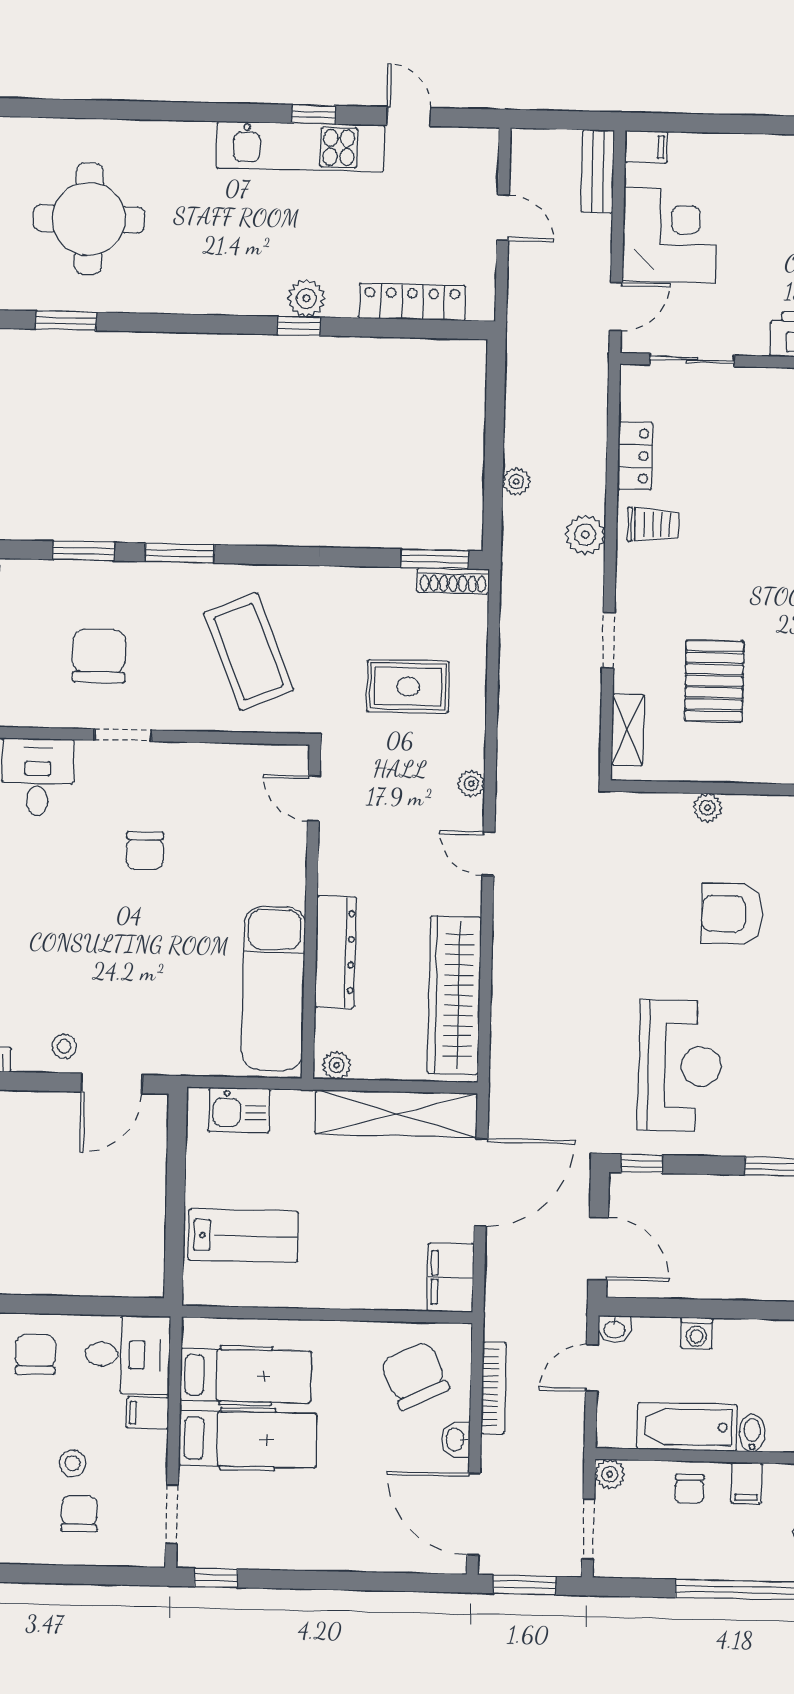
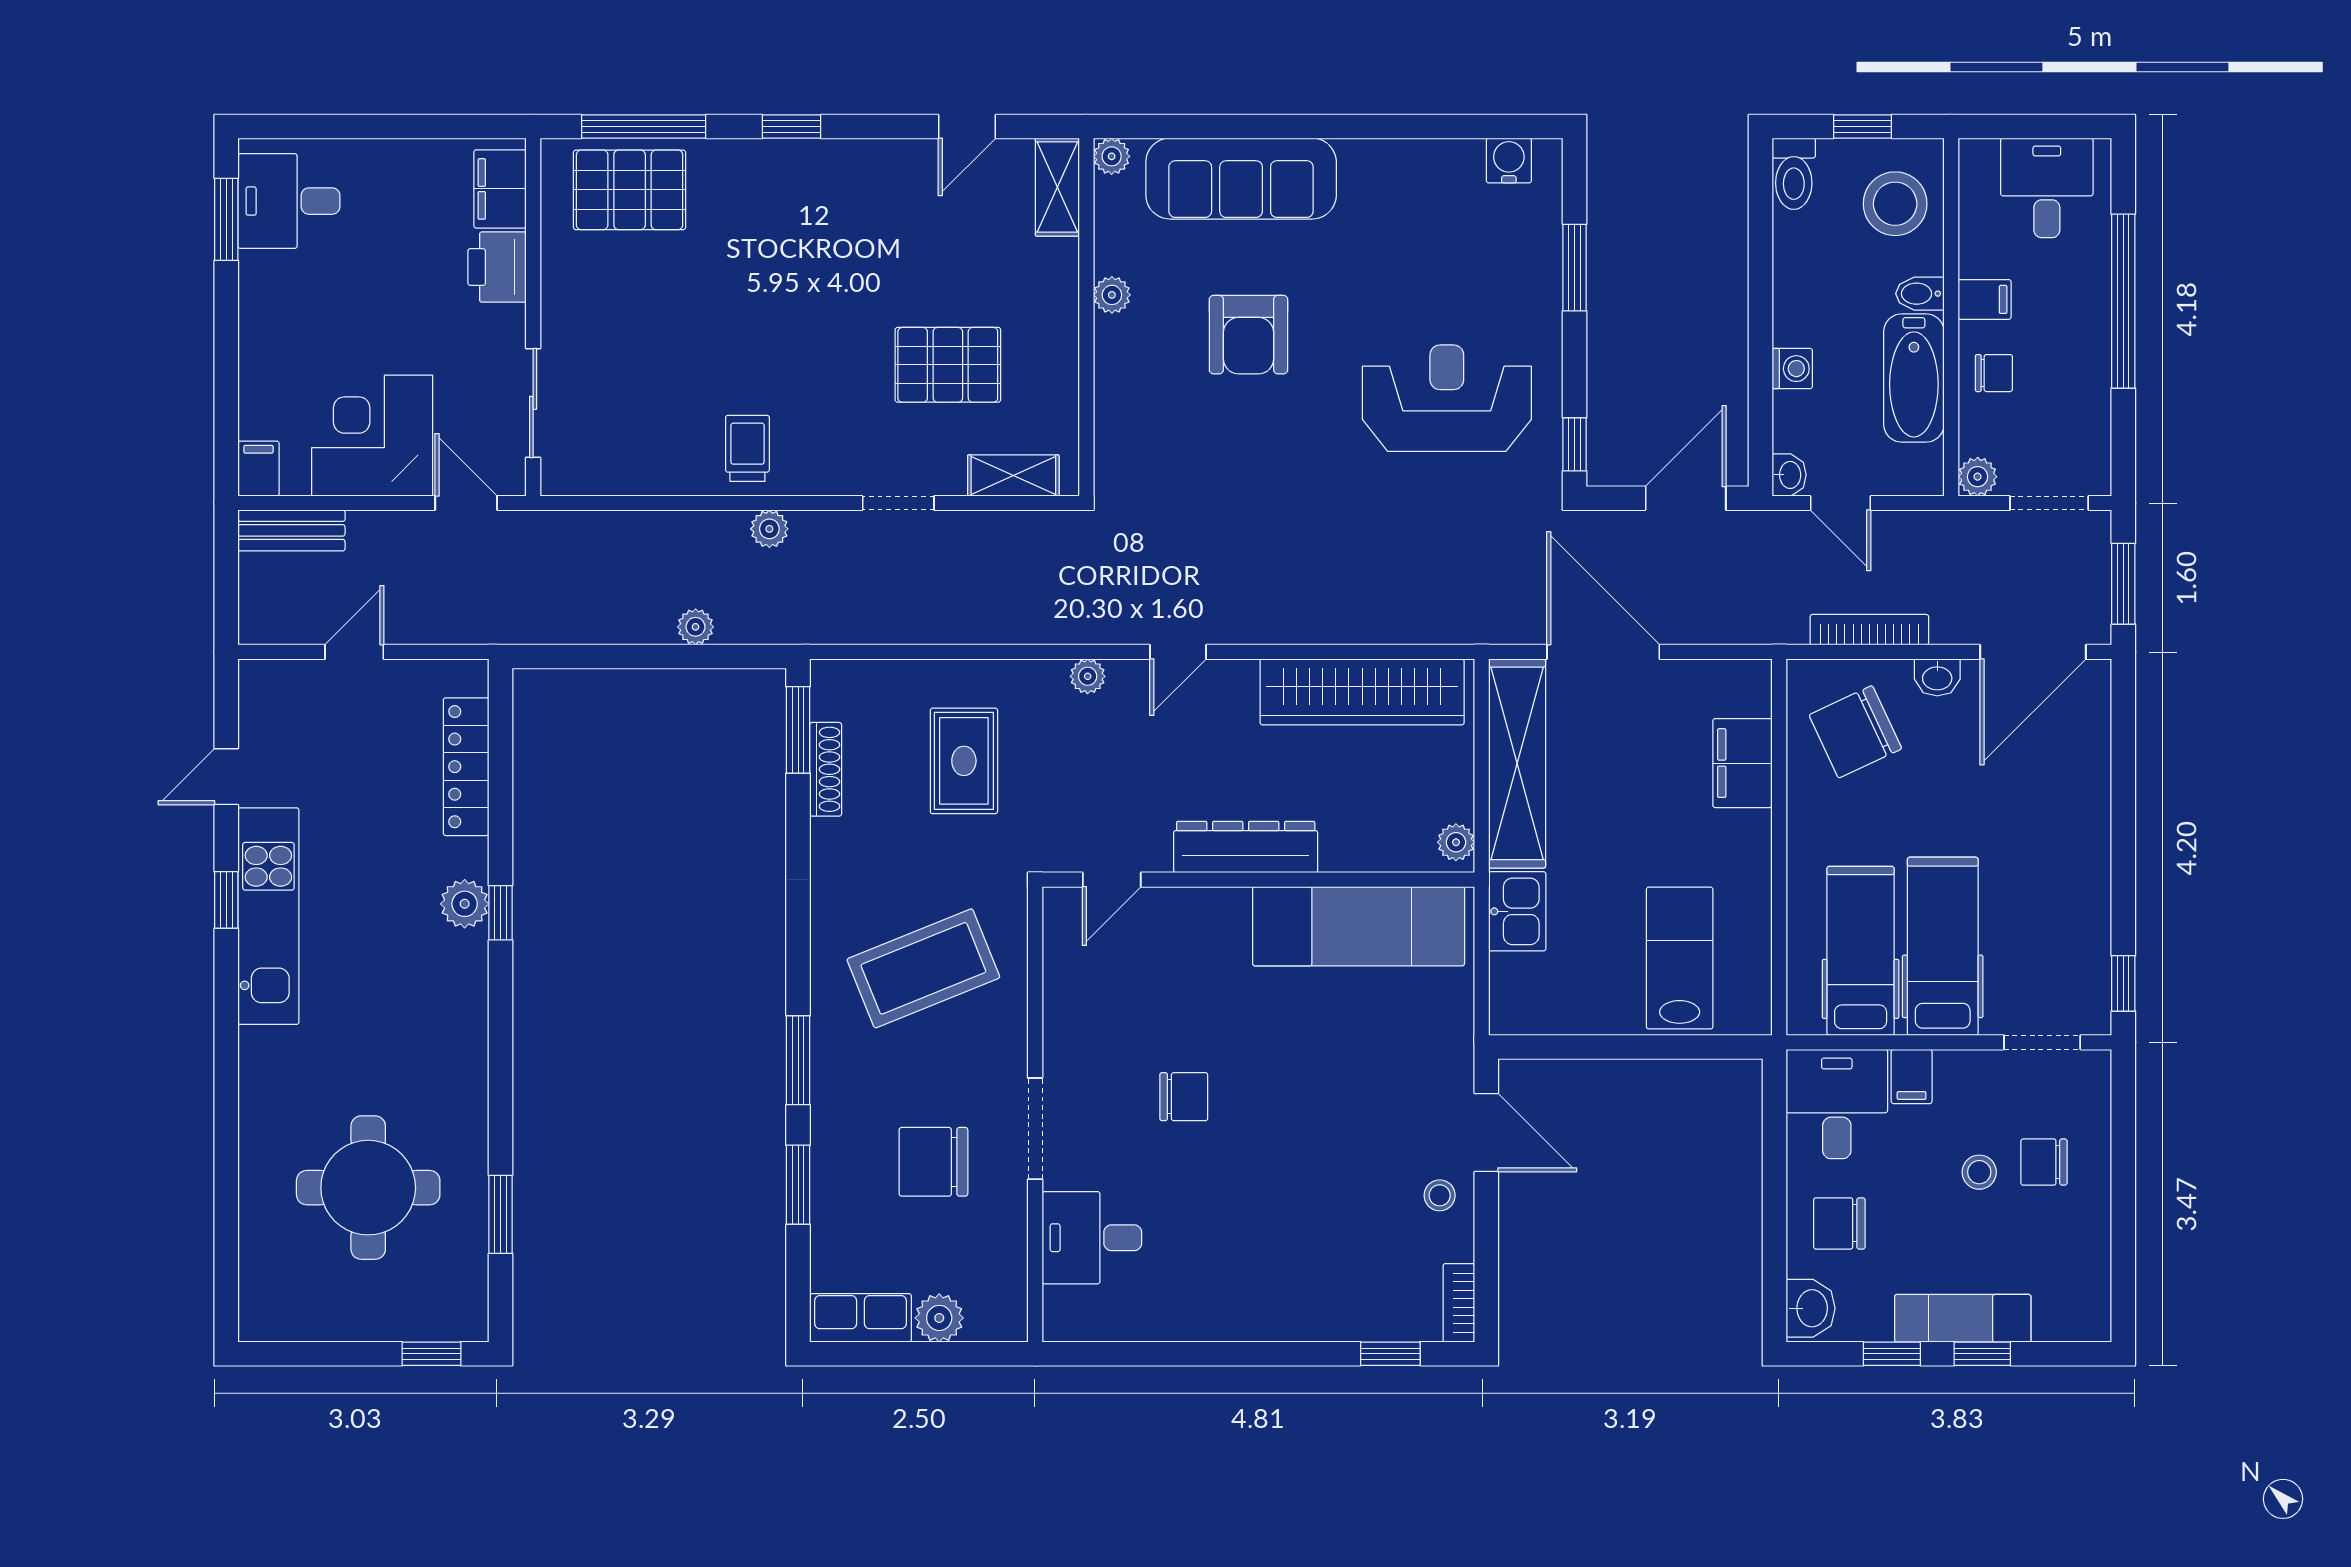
locker: (635, 456) -> (659, 474), removed
plant: (585, 535) -> (769, 529), width x0.73, depth x0.73
shoe rack: (453, 581) -> (826, 769), moved
doorway: (123, 735) -> (1035, 1129), width x1.38
plant: (708, 808) -> (1112, 295), moved
dresser: (335, 952) -> (1246, 847), moved
kitchen sink: (239, 1110) -> (1517, 911), moved
filing cabinet: (451, 1278) -> (1742, 763), moved, turned 90

